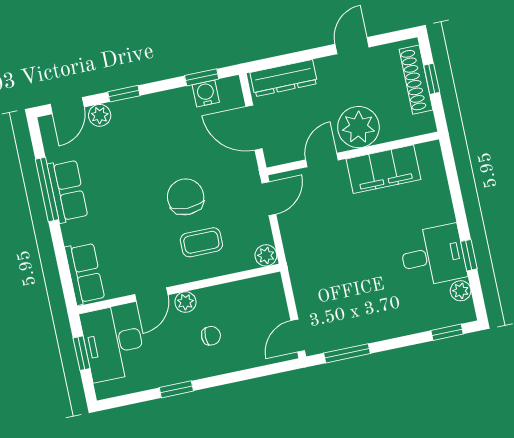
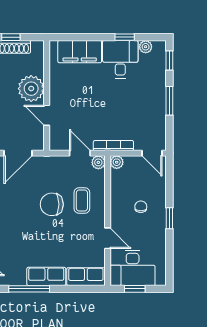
filing cabinet: (383, 169) -> (80, 52), moved, turned 90
row of seats: (68, 191) -> (46, 276), moved
door: (269, 199) -> (80, 153), moved
bookcase: (297, 273) -> (113, 146), added
plant: (185, 302) -> (117, 162), moved
window: (347, 353) -> (169, 101), moved
window: (176, 389) -> (169, 218), moved

